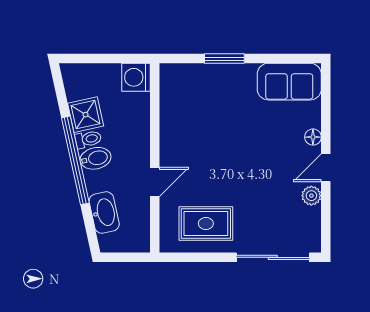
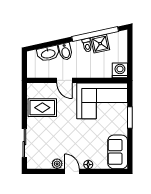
corner sofa: (193, 111) -> (102, 101), added
bidet: (96, 158) -> (65, 51), moved
window: (75, 160) -> (95, 34), moved
rug: (206, 223) -> (42, 108), turned 90
sliding door: (273, 257) -> (24, 143), width x0.73

